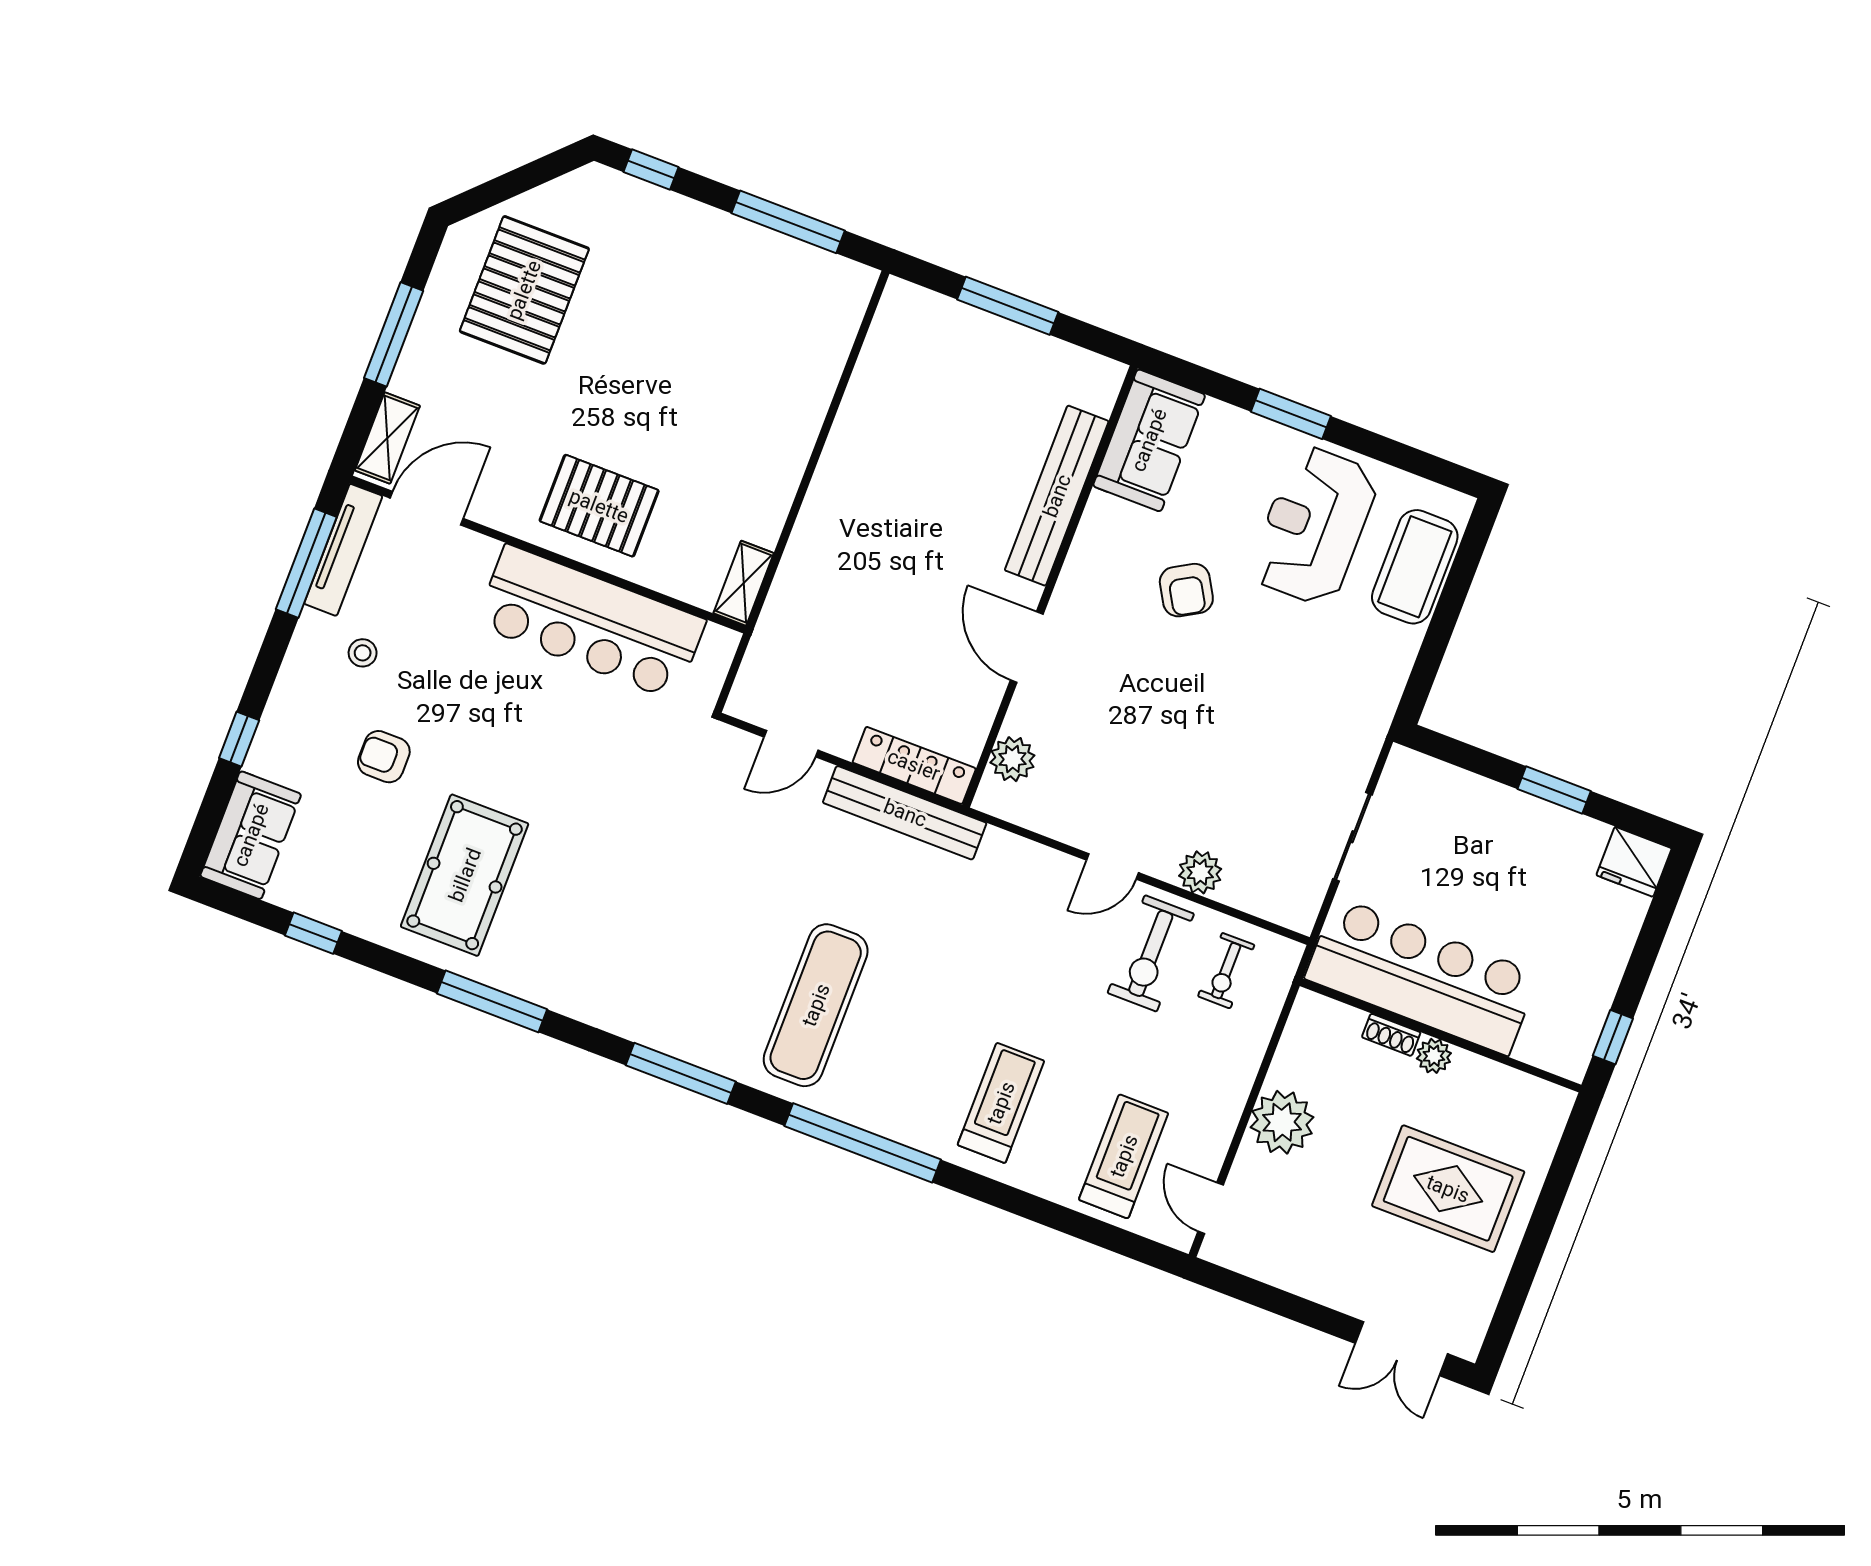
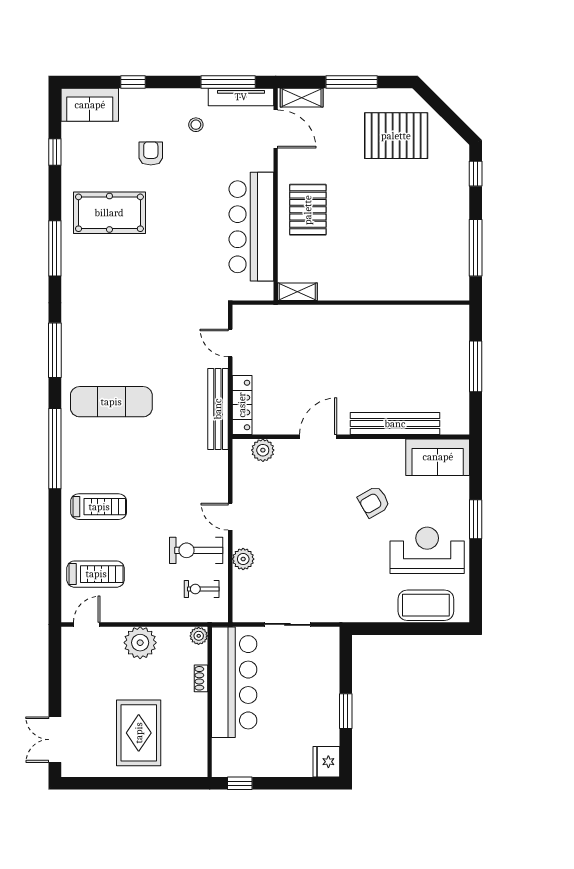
plant: (1434, 1056) -> (199, 636), moved

